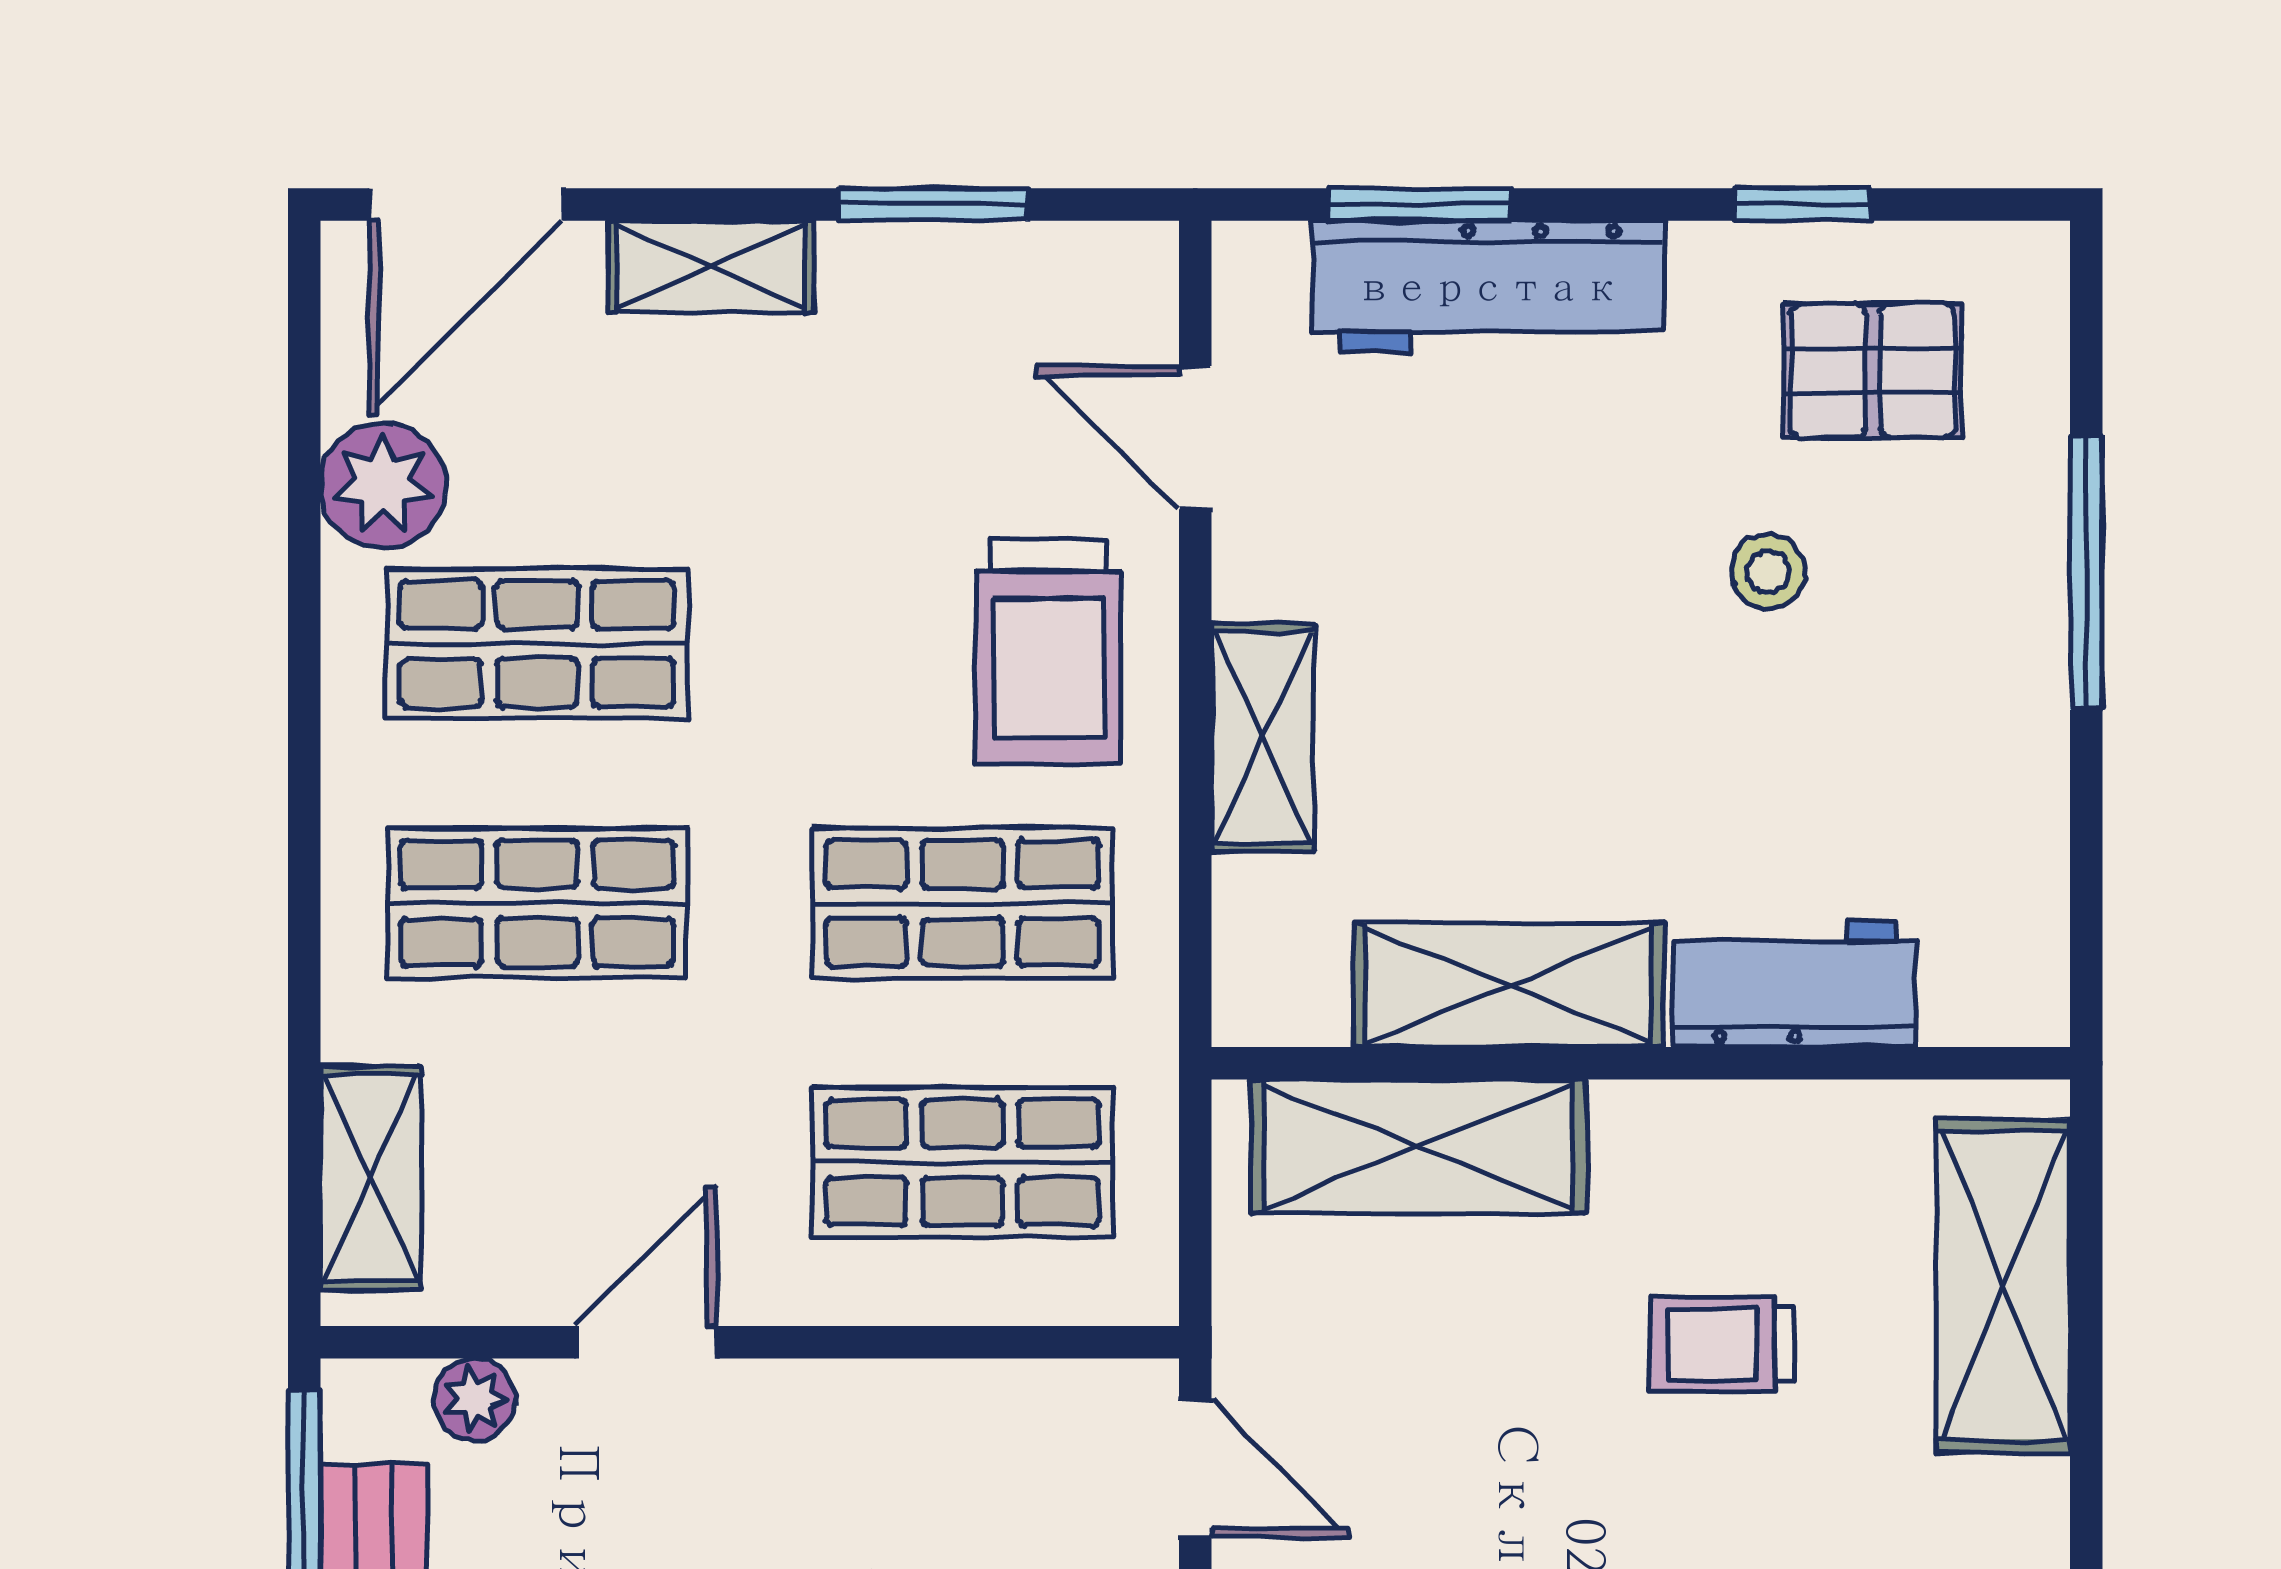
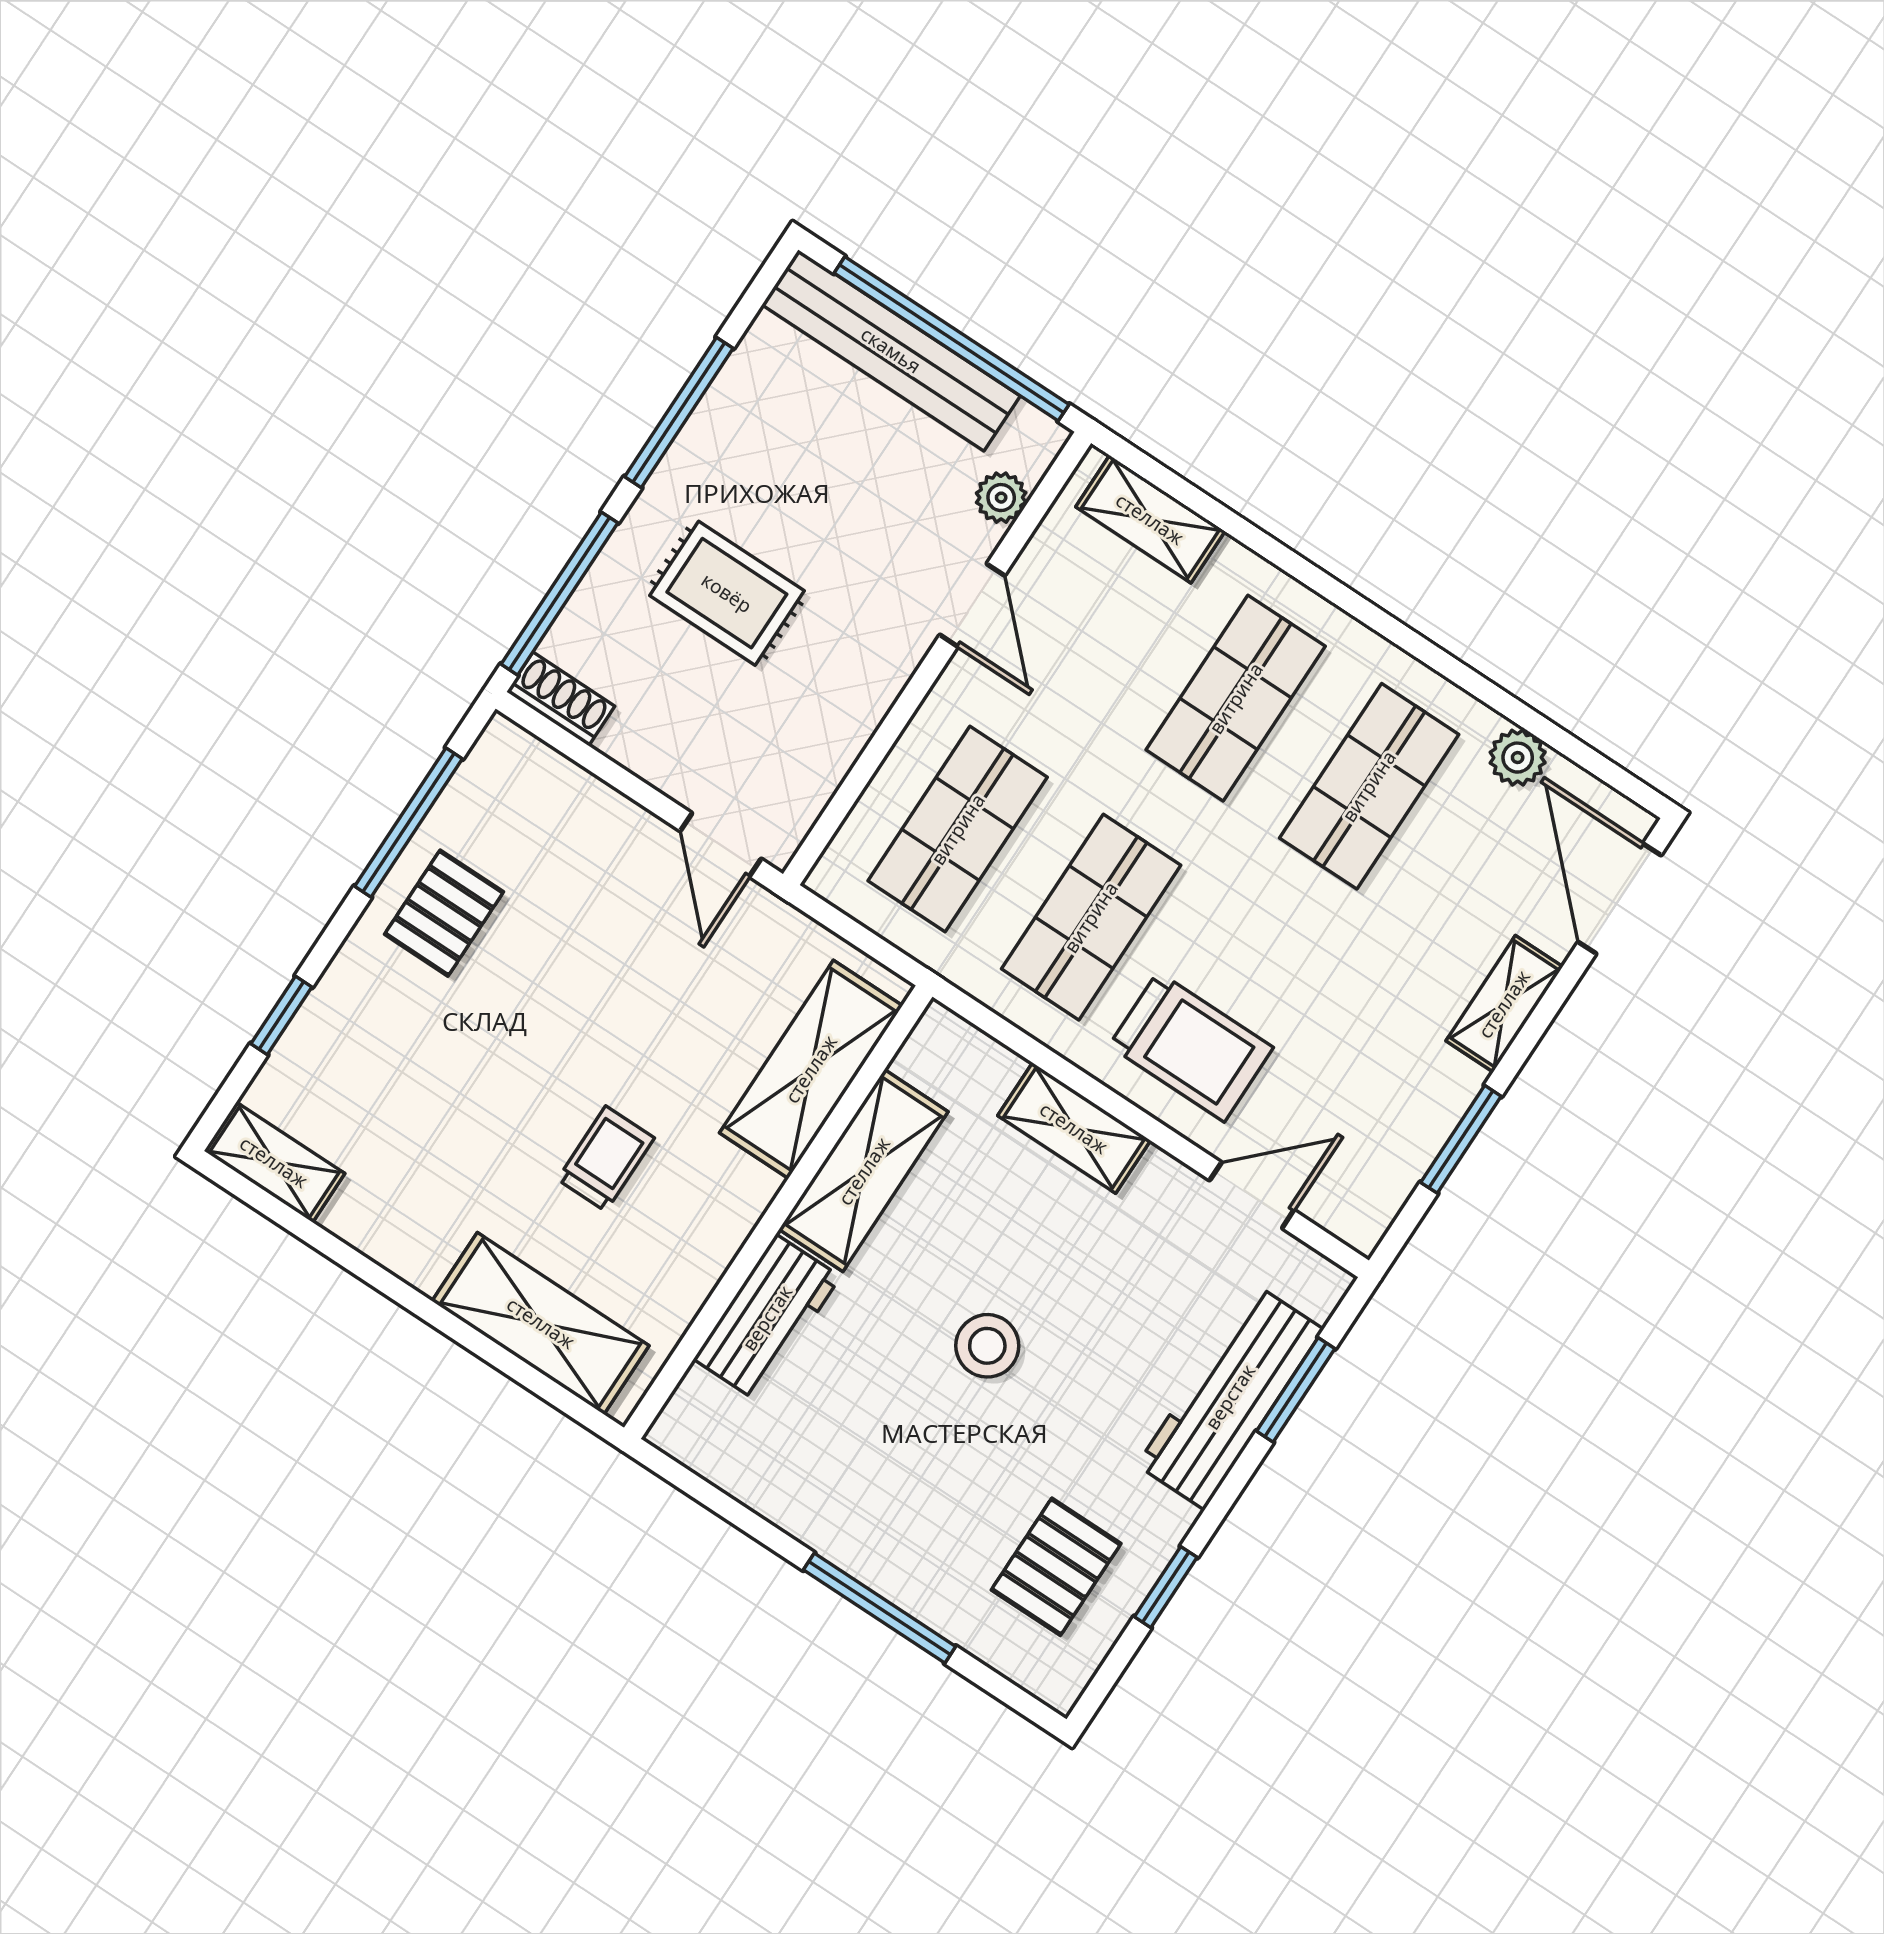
plant: (383, 485) -> (1518, 758), width x0.73, depth x0.73
stool: (1768, 572) -> (987, 1346), moved, width x1.37, depth x1.37
trolley: (1049, 652) -> (1191, 1047), turned 180
door: (1195, 1469) -> (721, 845), hinge flipped

